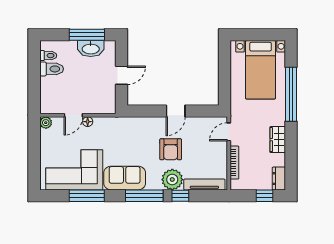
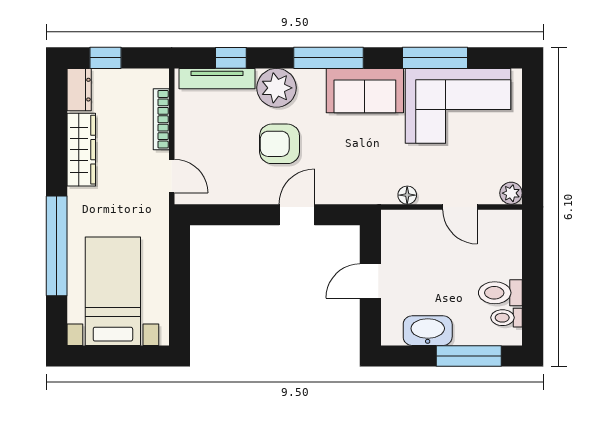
window: (87, 35) -> (469, 356), moved
door: (176, 111) -> (297, 215), moved
door: (73, 115) -> (460, 207), swing flipped
floor lamp: (88, 122) -> (407, 195), moved
door: (229, 132) -> (172, 176), hinge flipped
wardrobe: (278, 140) -> (81, 150), width x1.50
armchair: (171, 149) -> (280, 144), turned -90
window: (180, 196) -> (231, 58), moved

